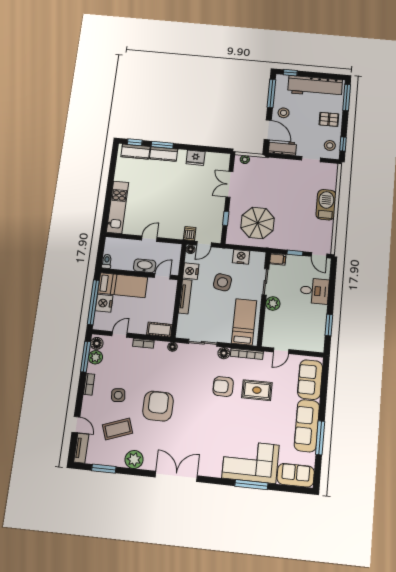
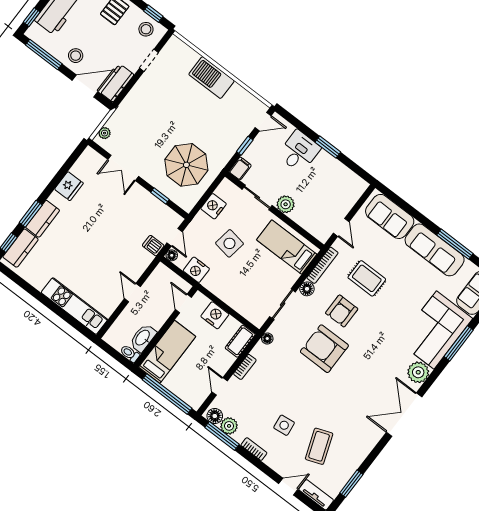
washbasin: (145, 266) -> (143, 338), moved
tv unit: (185, 297) -> (221, 293), removed
nightstand: (104, 303) -> (215, 315), moved, turned 180
window: (329, 325) -> (328, 147), moved
rug: (257, 390) -> (367, 278), turned 90
armchair: (158, 406) -> (324, 349), moved
plant: (134, 459) -> (418, 372), moved

